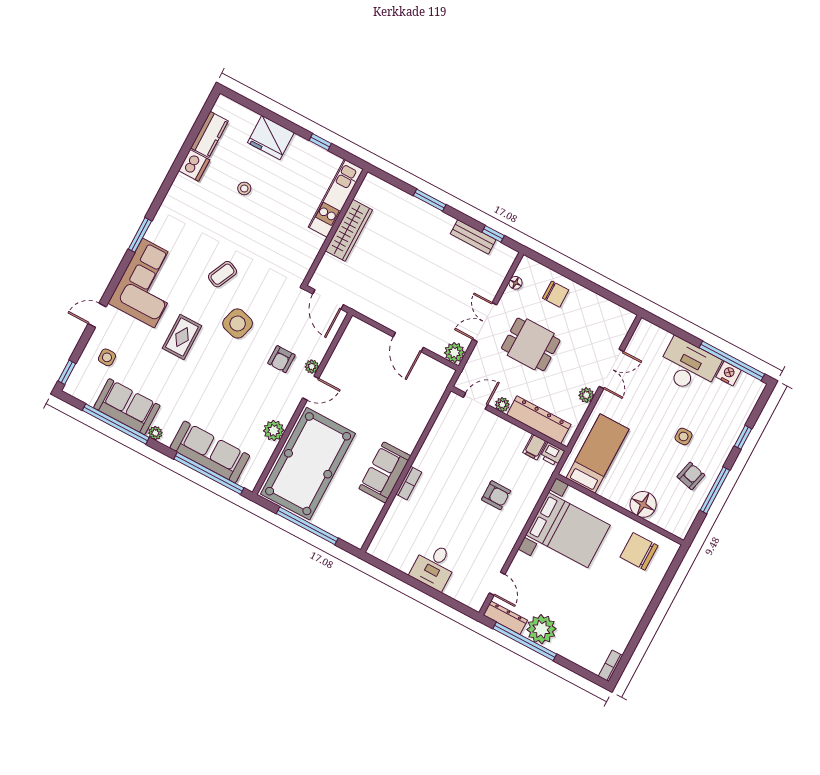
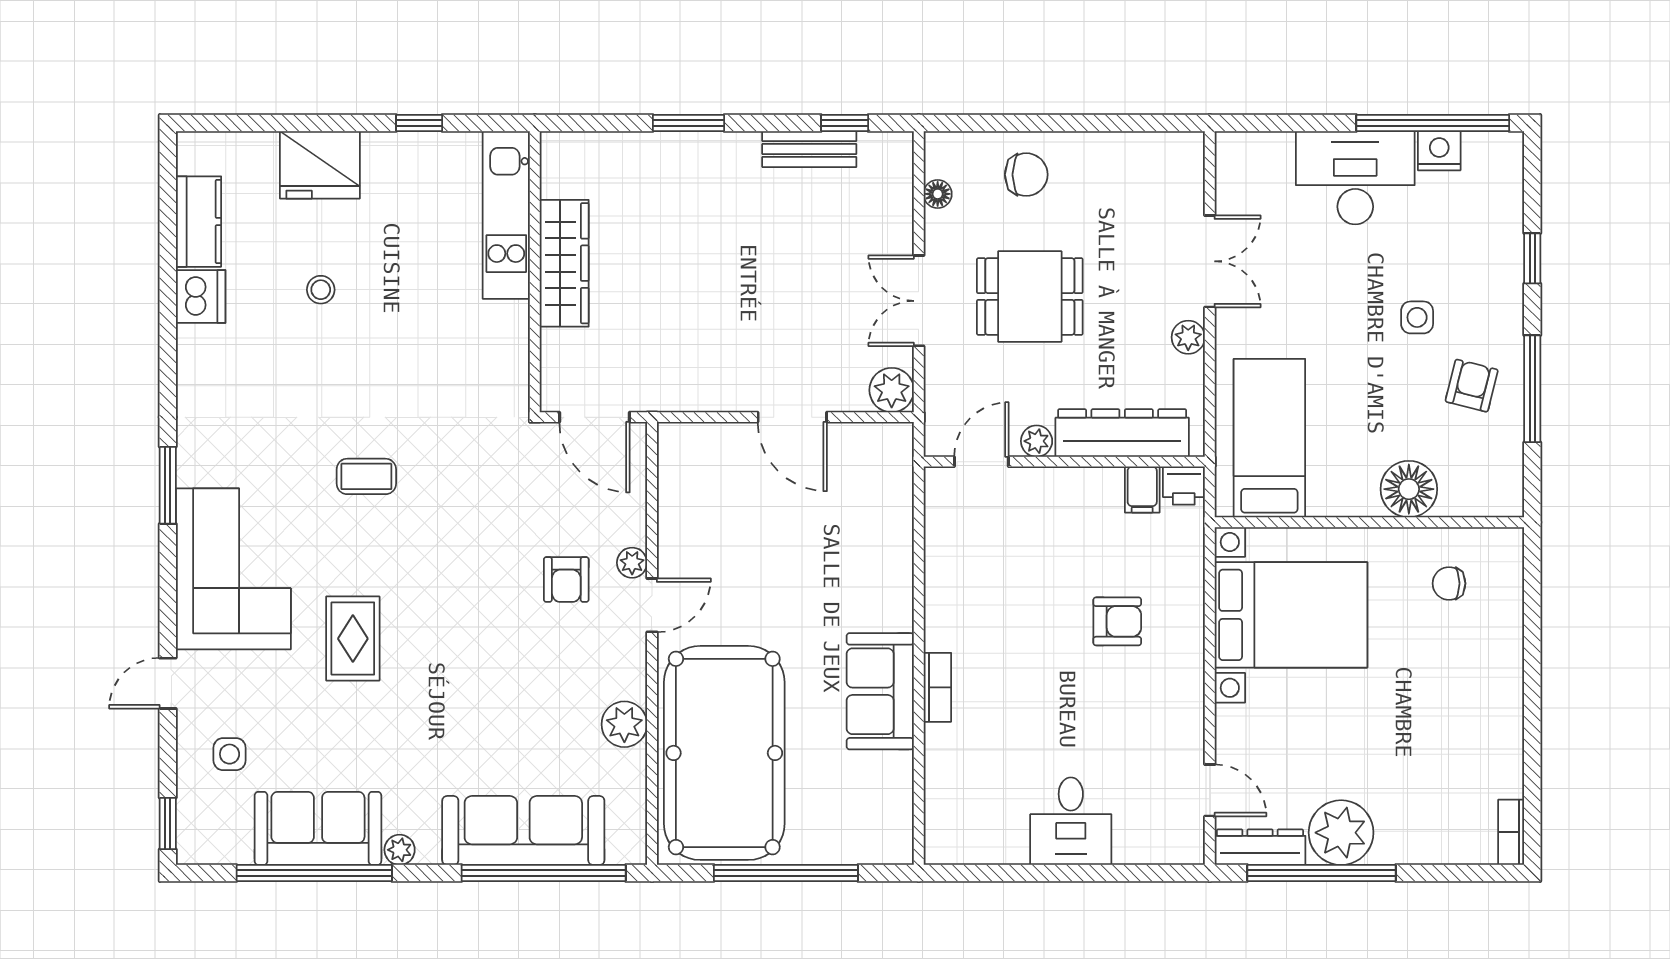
coffee table: (222, 274) -> (366, 476), turned 65
side table: (238, 323) -> (446, 556), removed
chair: (639, 551) -> (1449, 583), width x0.54, depth x0.54

